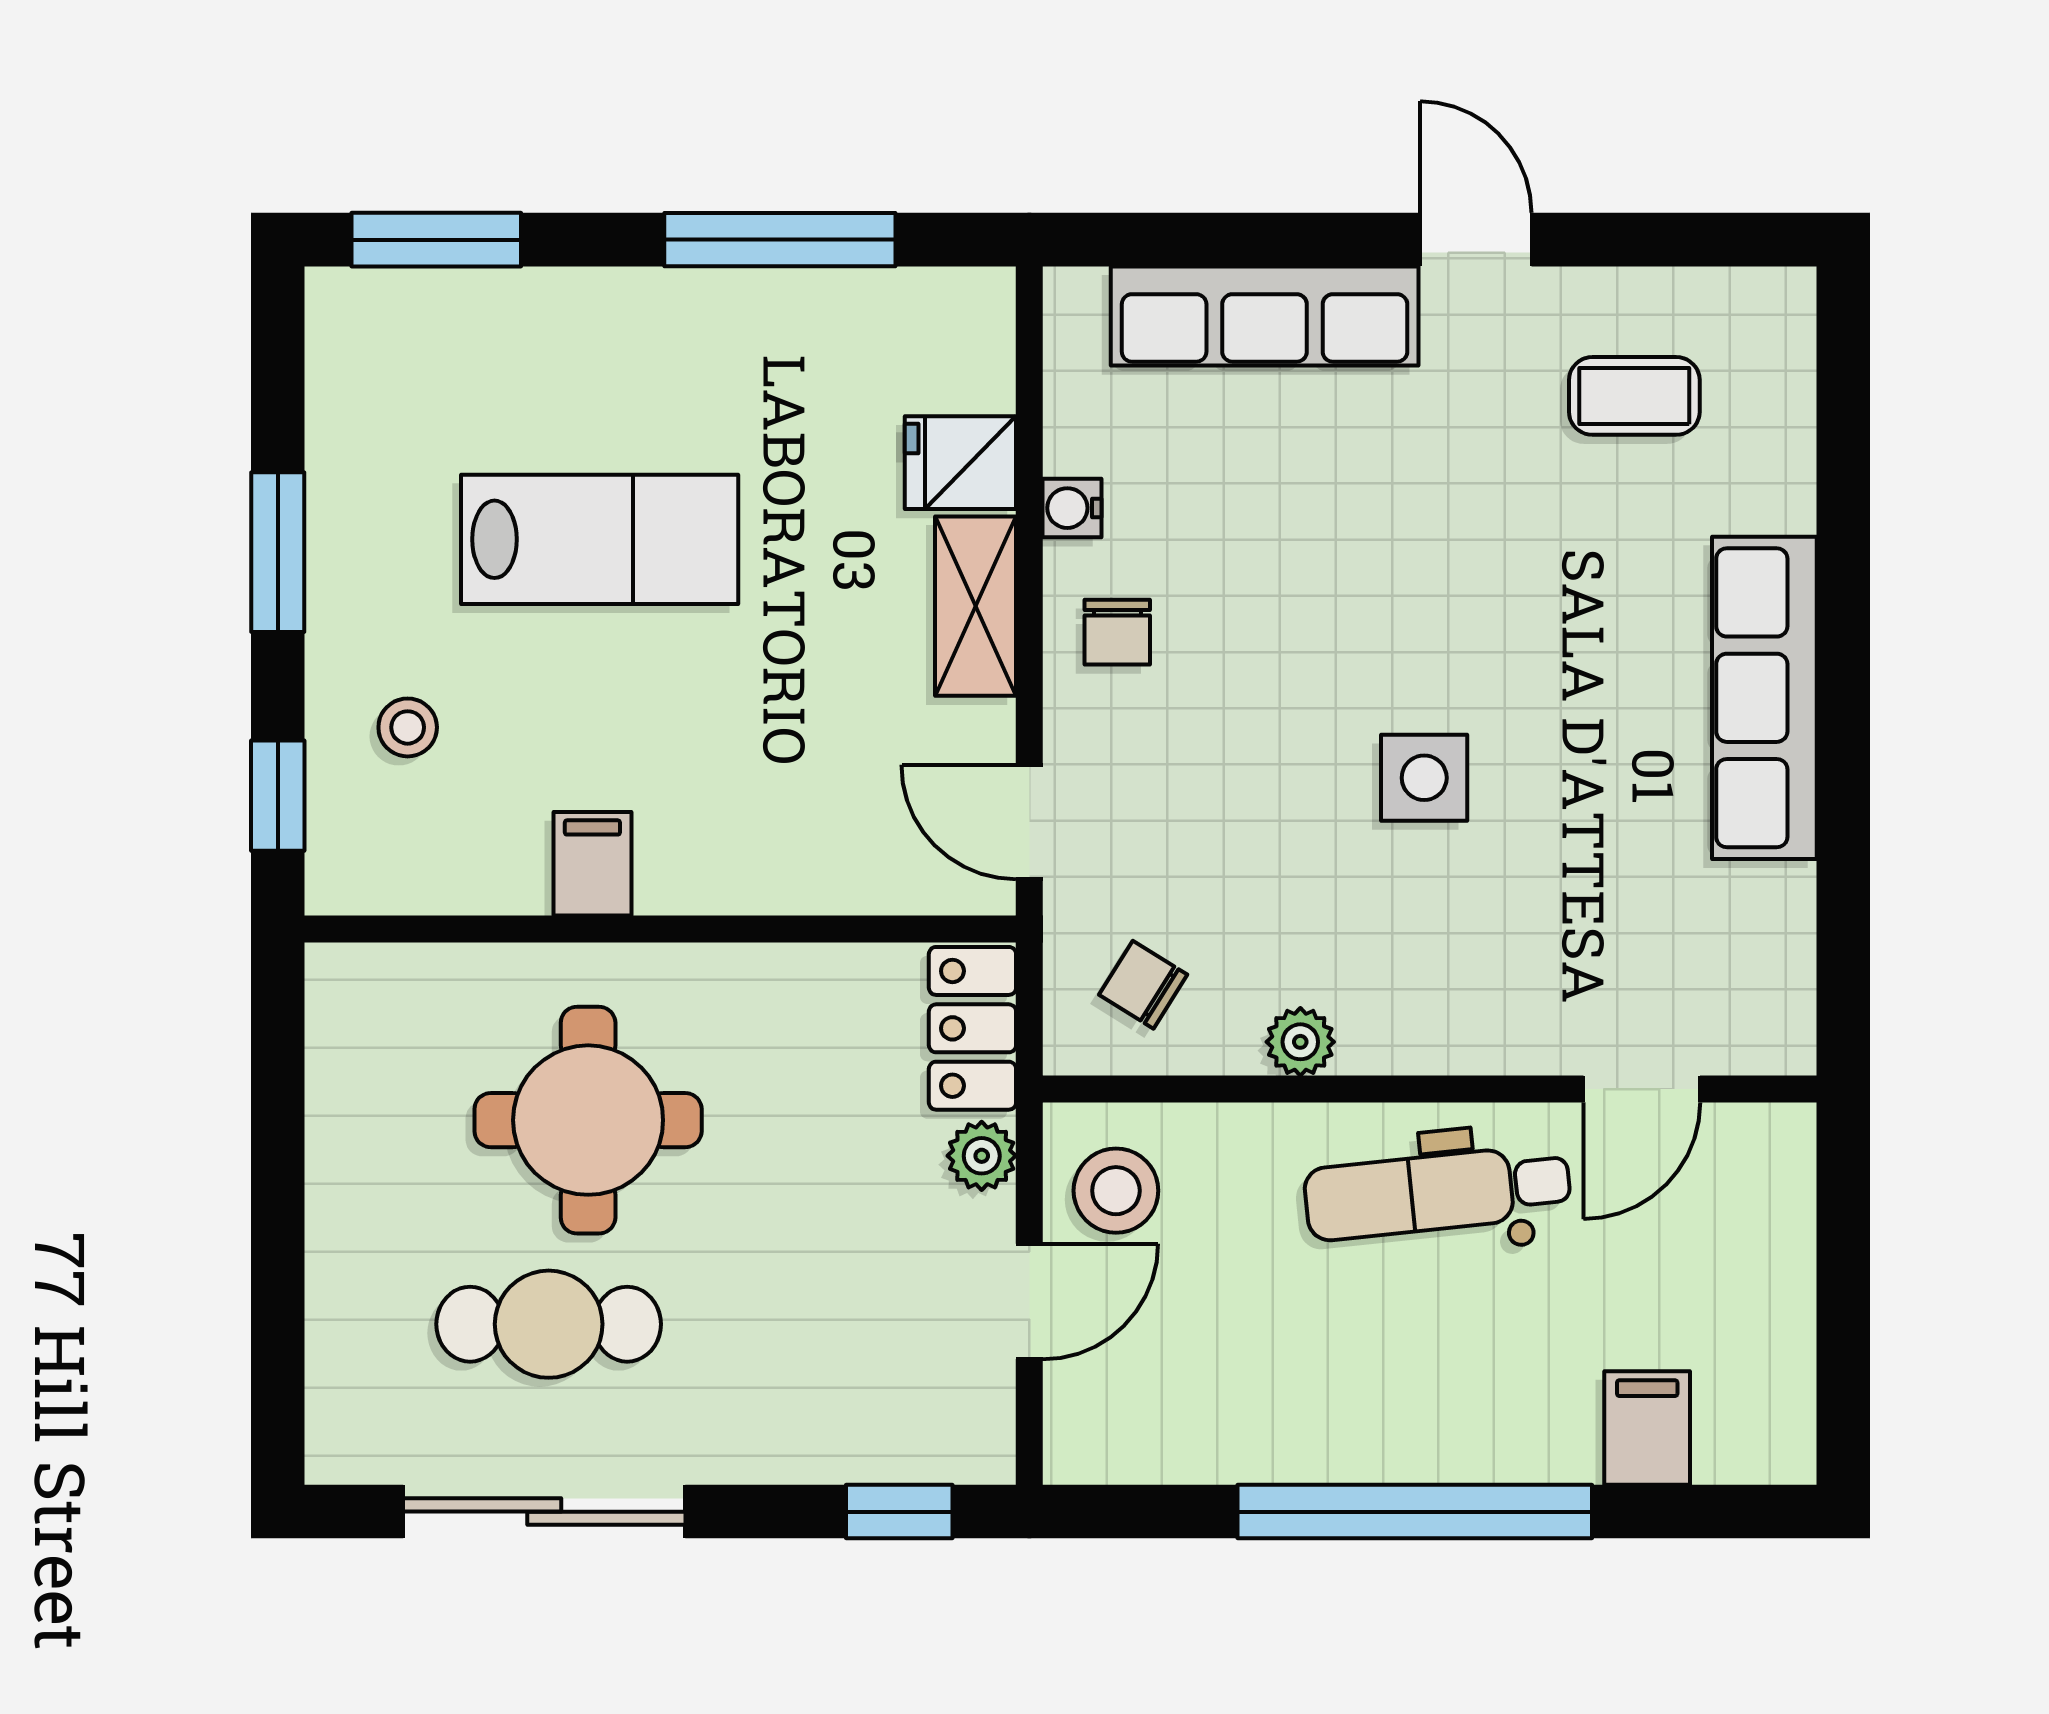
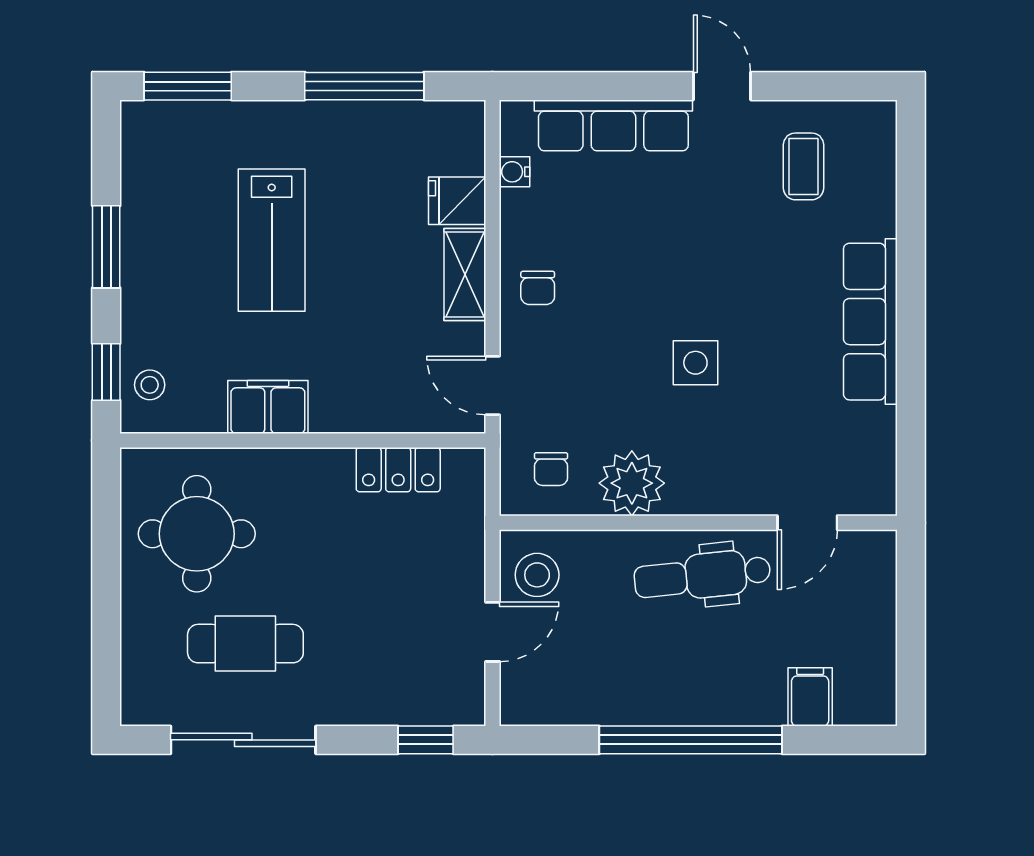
coffee table: (1634, 396) -> (804, 166), turned 90
water cooler: (1072, 508) -> (514, 172), moved
lab bench: (600, 539) -> (272, 240), turned 90
stool: (408, 727) -> (150, 385), moved
filing cabinet: (592, 864) -> (268, 407), width x2.00
chair: (1143, 985) -> (551, 469), turned -122
locker: (972, 1028) -> (398, 470), moved, turned -90
plant: (1300, 1042) -> (632, 483), width x1.88, depth x1.88
round table: (588, 1120) -> (197, 534), moved
plant: (982, 1156) -> (468, 557), removed

